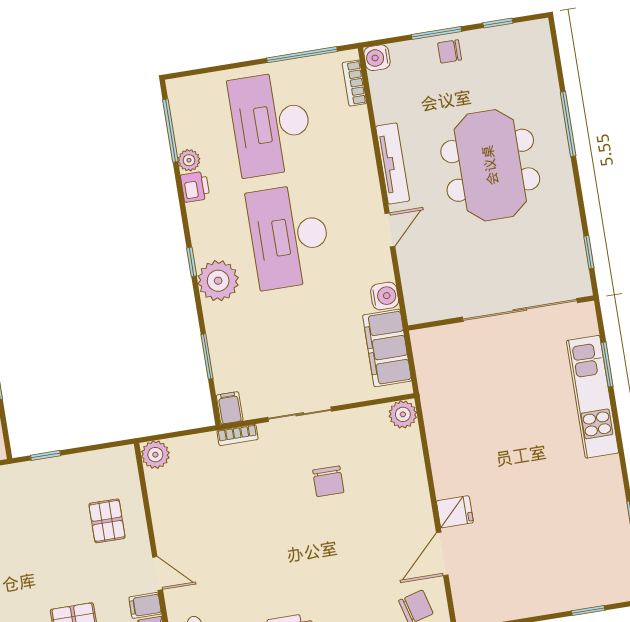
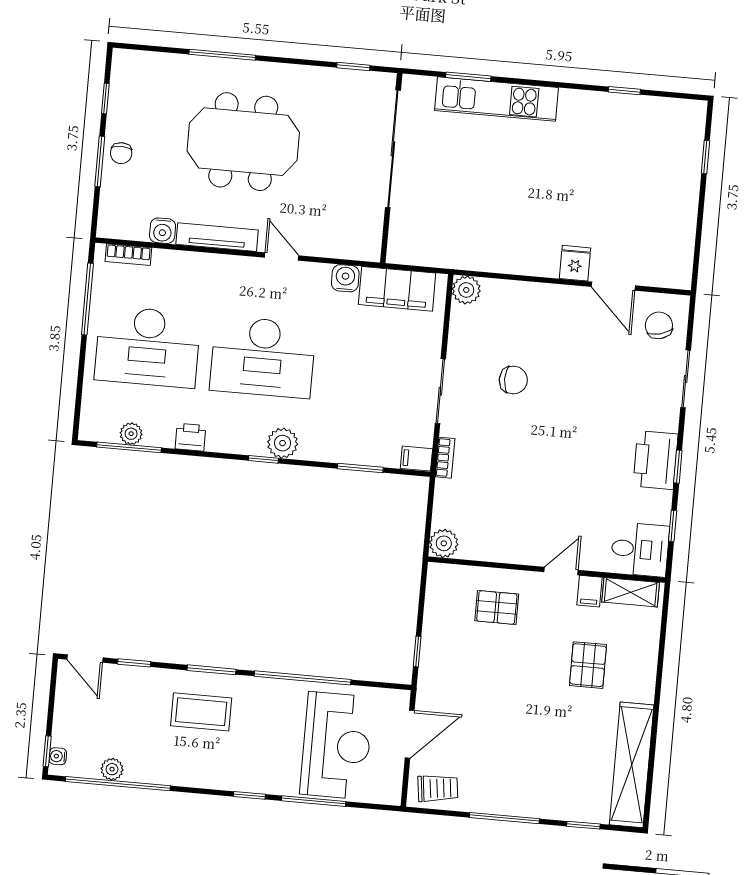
water cooler: (377, 58) -> (163, 231), moved
plant: (189, 160) -> (131, 434), moved
plant: (218, 281) -> (283, 443), width x0.73, depth x0.73

